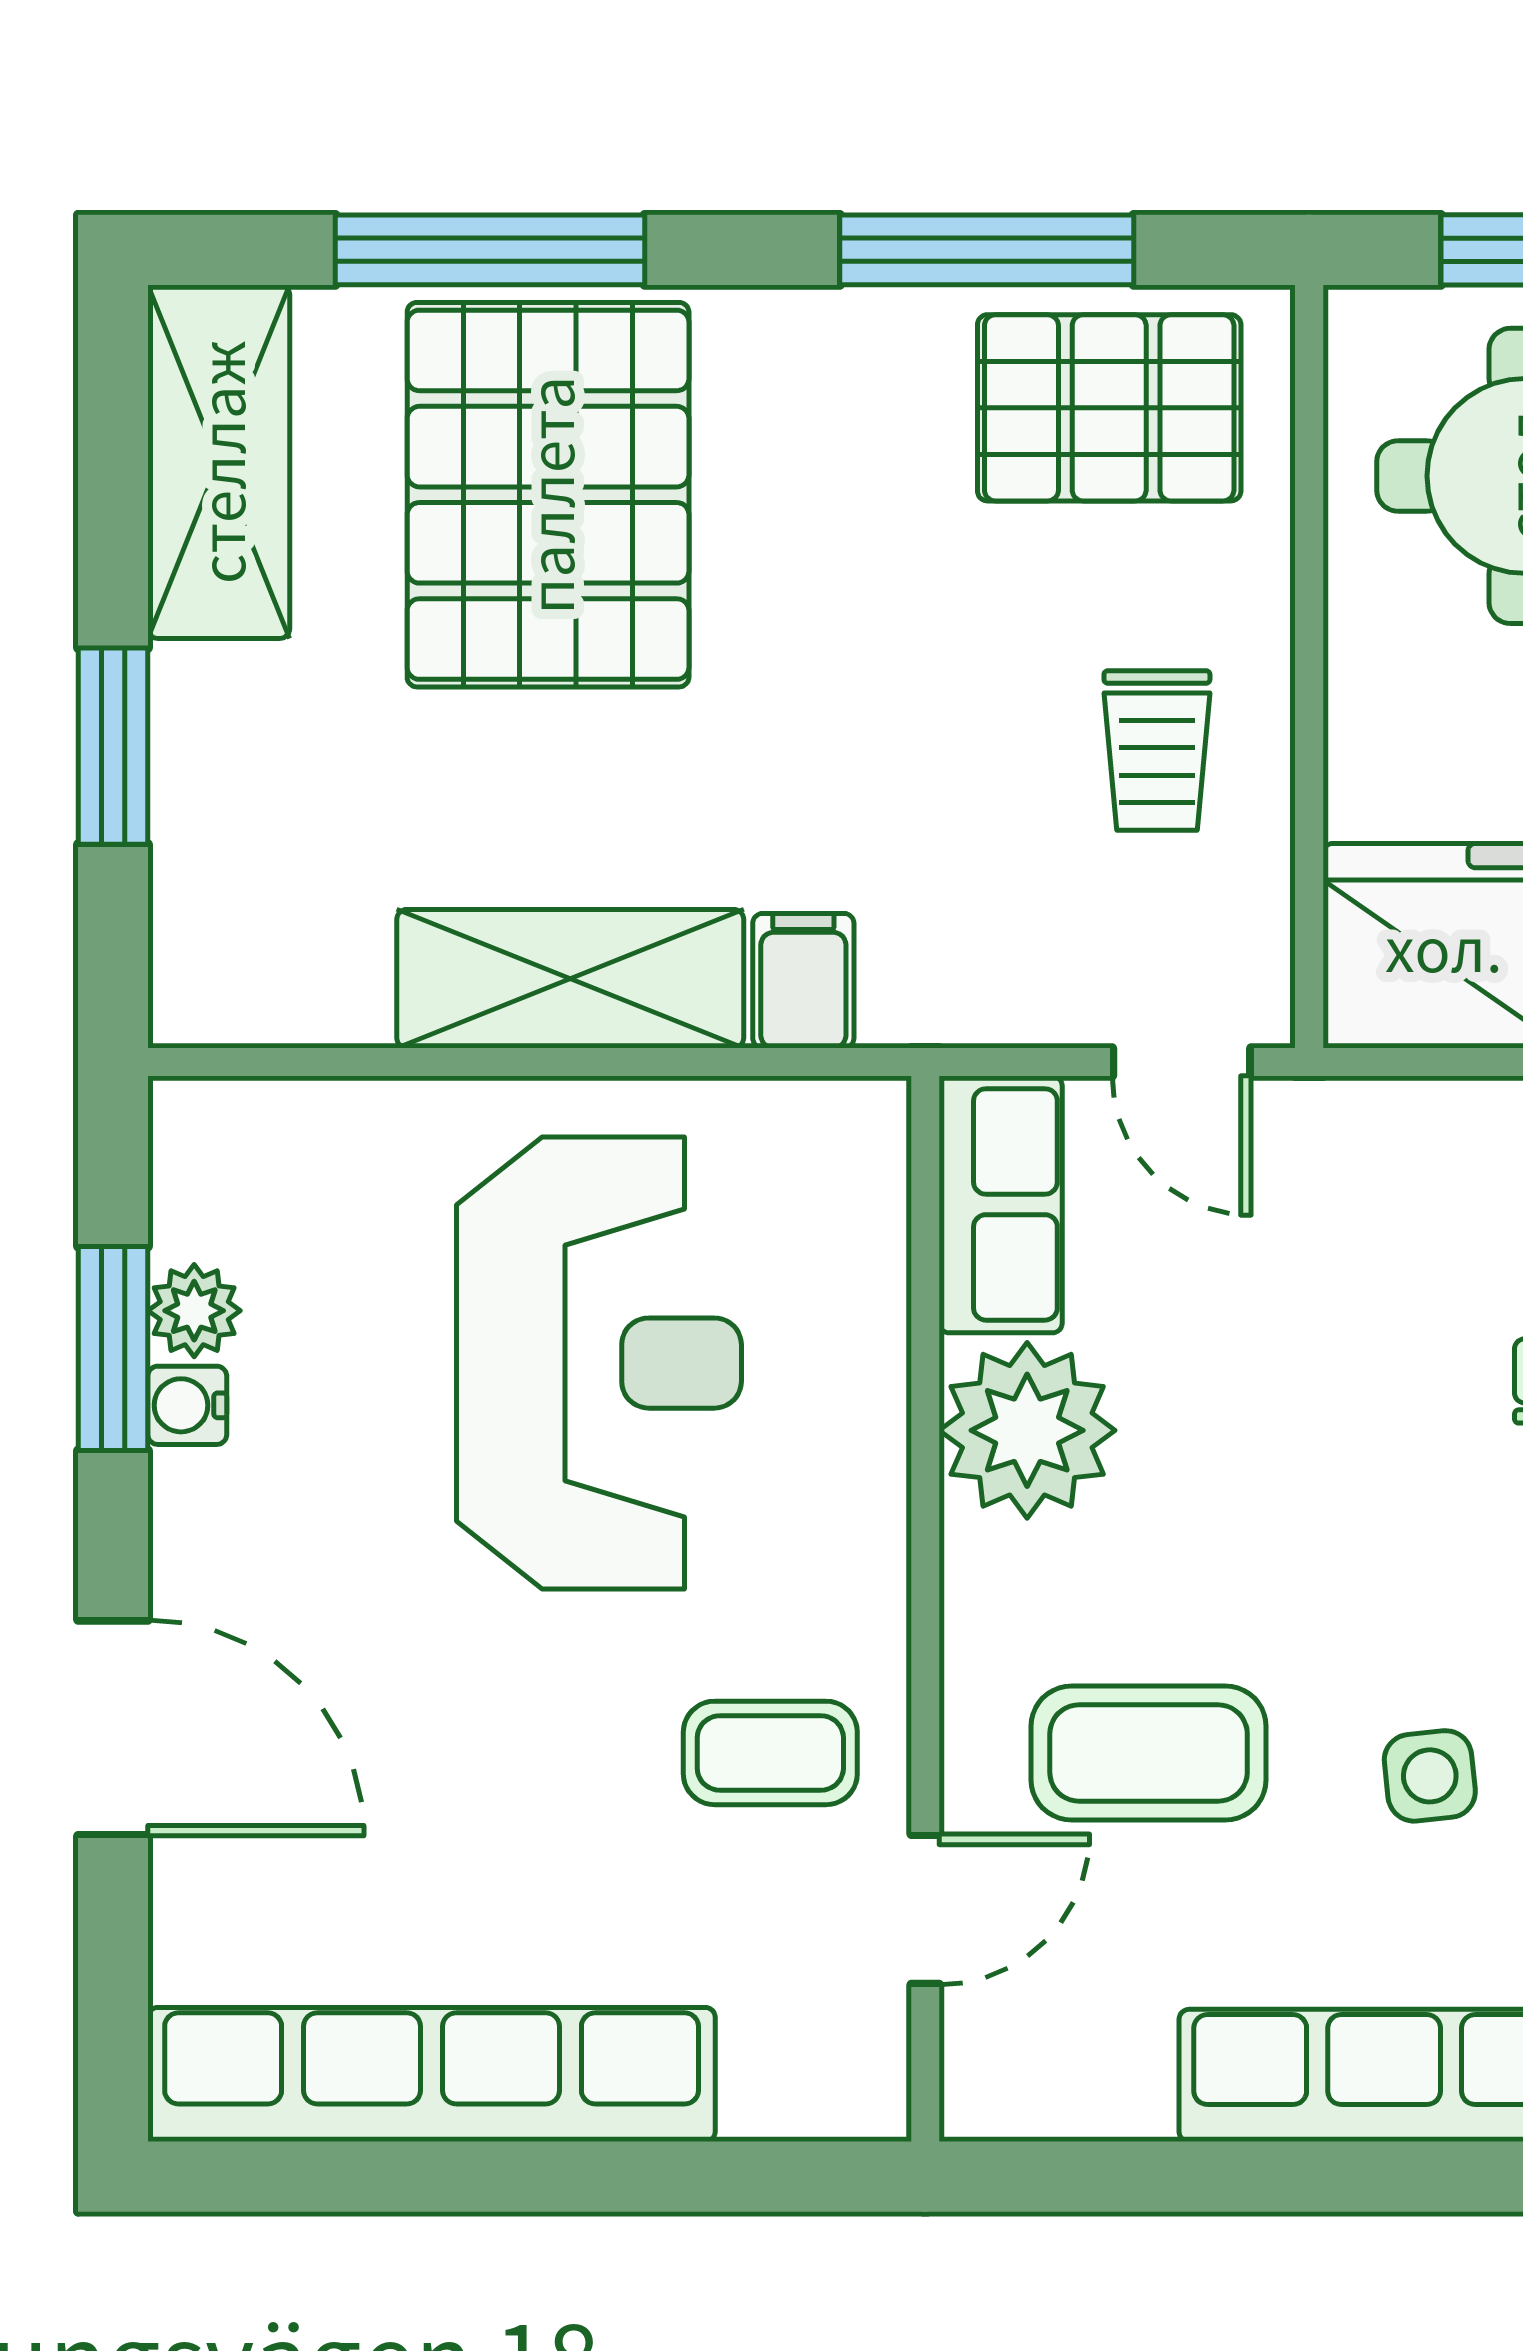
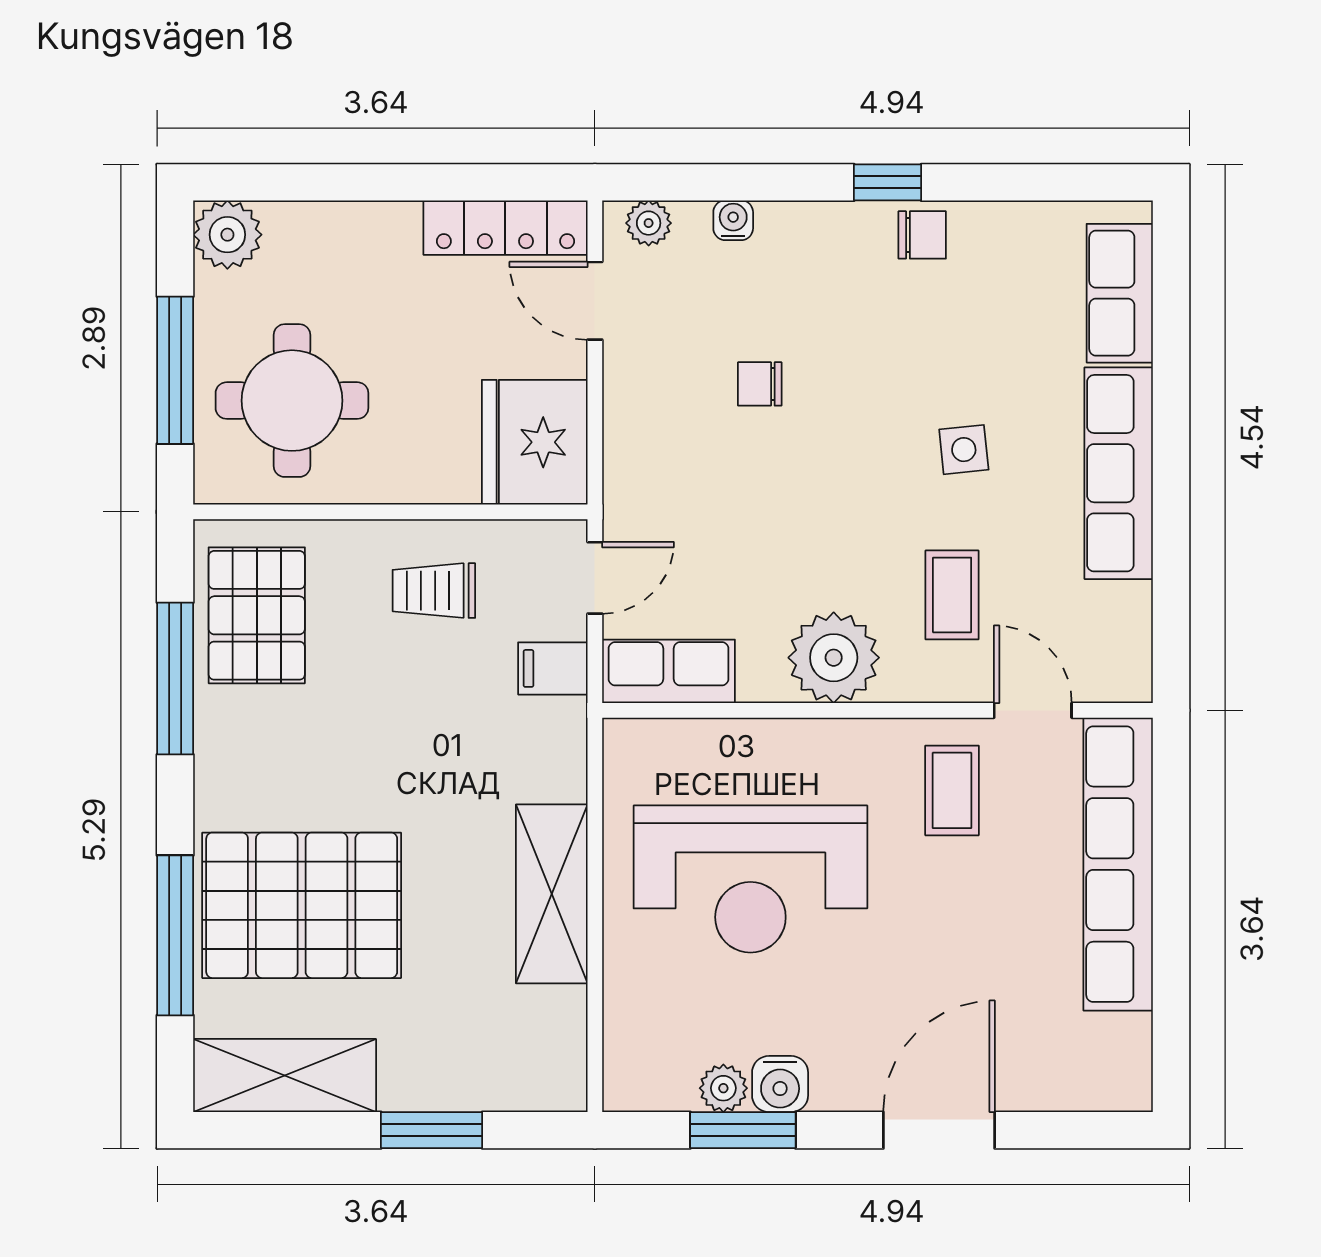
trolley: (1157, 751) -> (434, 591), turned 180
filing cabinet: (803, 981) -> (553, 668), moved
reception desk: (599, 1363) -> (750, 879), turned 180
water cooler: (187, 1405) -> (780, 1084), width x1.38, depth x1.38
plant: (1027, 1430) -> (834, 658), moved
coffee table: (1149, 1753) -> (952, 595), width x0.73, depth x0.77
row of seats: (432, 2075) -> (1118, 864), moved

